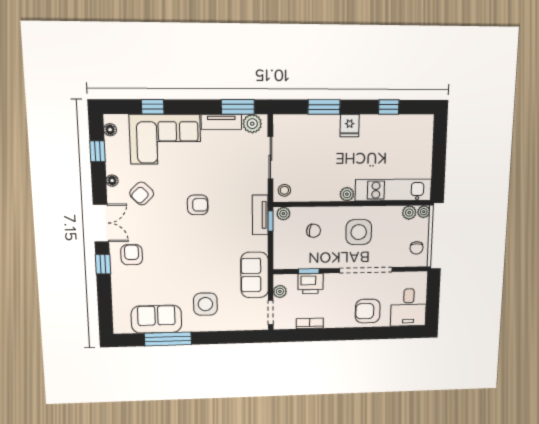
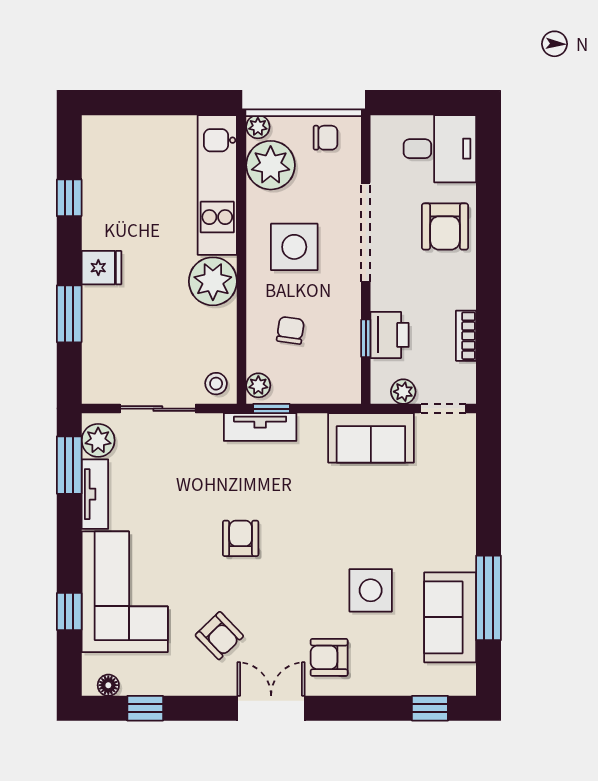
floor lamp: (112, 181) -> (196, 686), removed
plant: (347, 194) -> (213, 281), width x1.87, depth x1.87
plant: (409, 213) -> (271, 165), width x1.87, depth x1.87
window: (103, 264) -> (430, 708), moved
side table: (205, 304) -> (371, 590), moved

